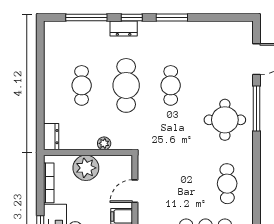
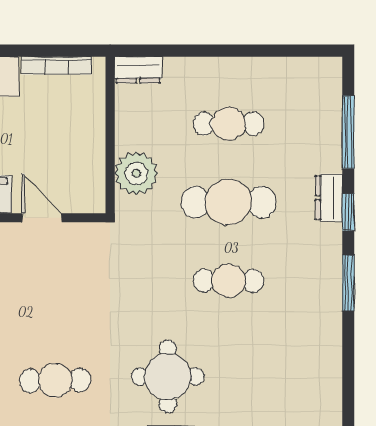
plant: (104, 143) -> (136, 173), width x1.88, depth x1.88
plant: (86, 168) -> (83, 131), removed

